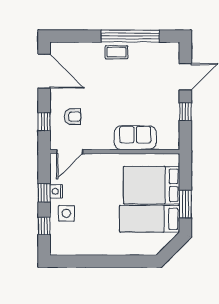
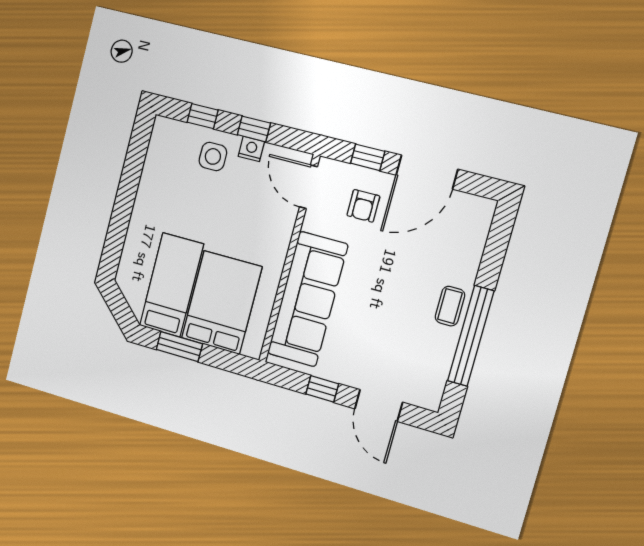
door: (44, 71) -> (427, 172), moved
sofa: (135, 138) -> (308, 299), width x1.85, depth x1.27

